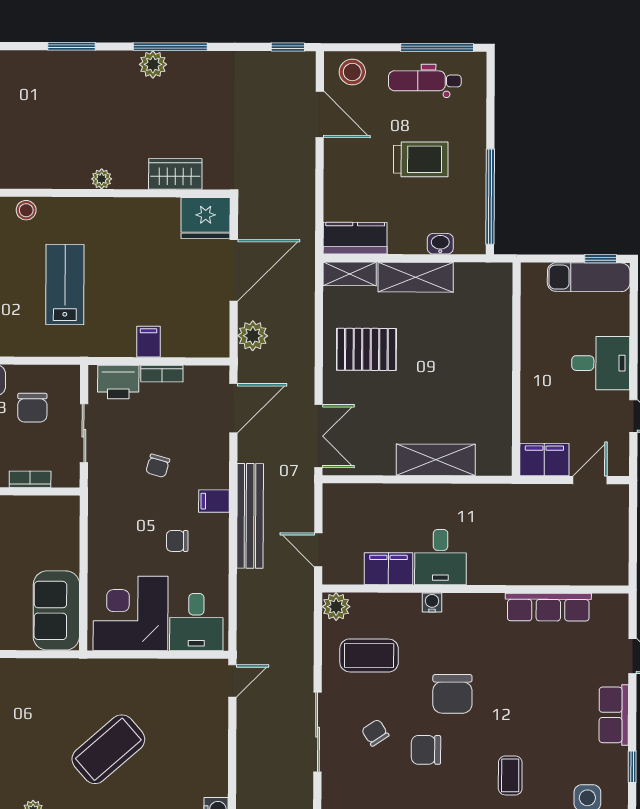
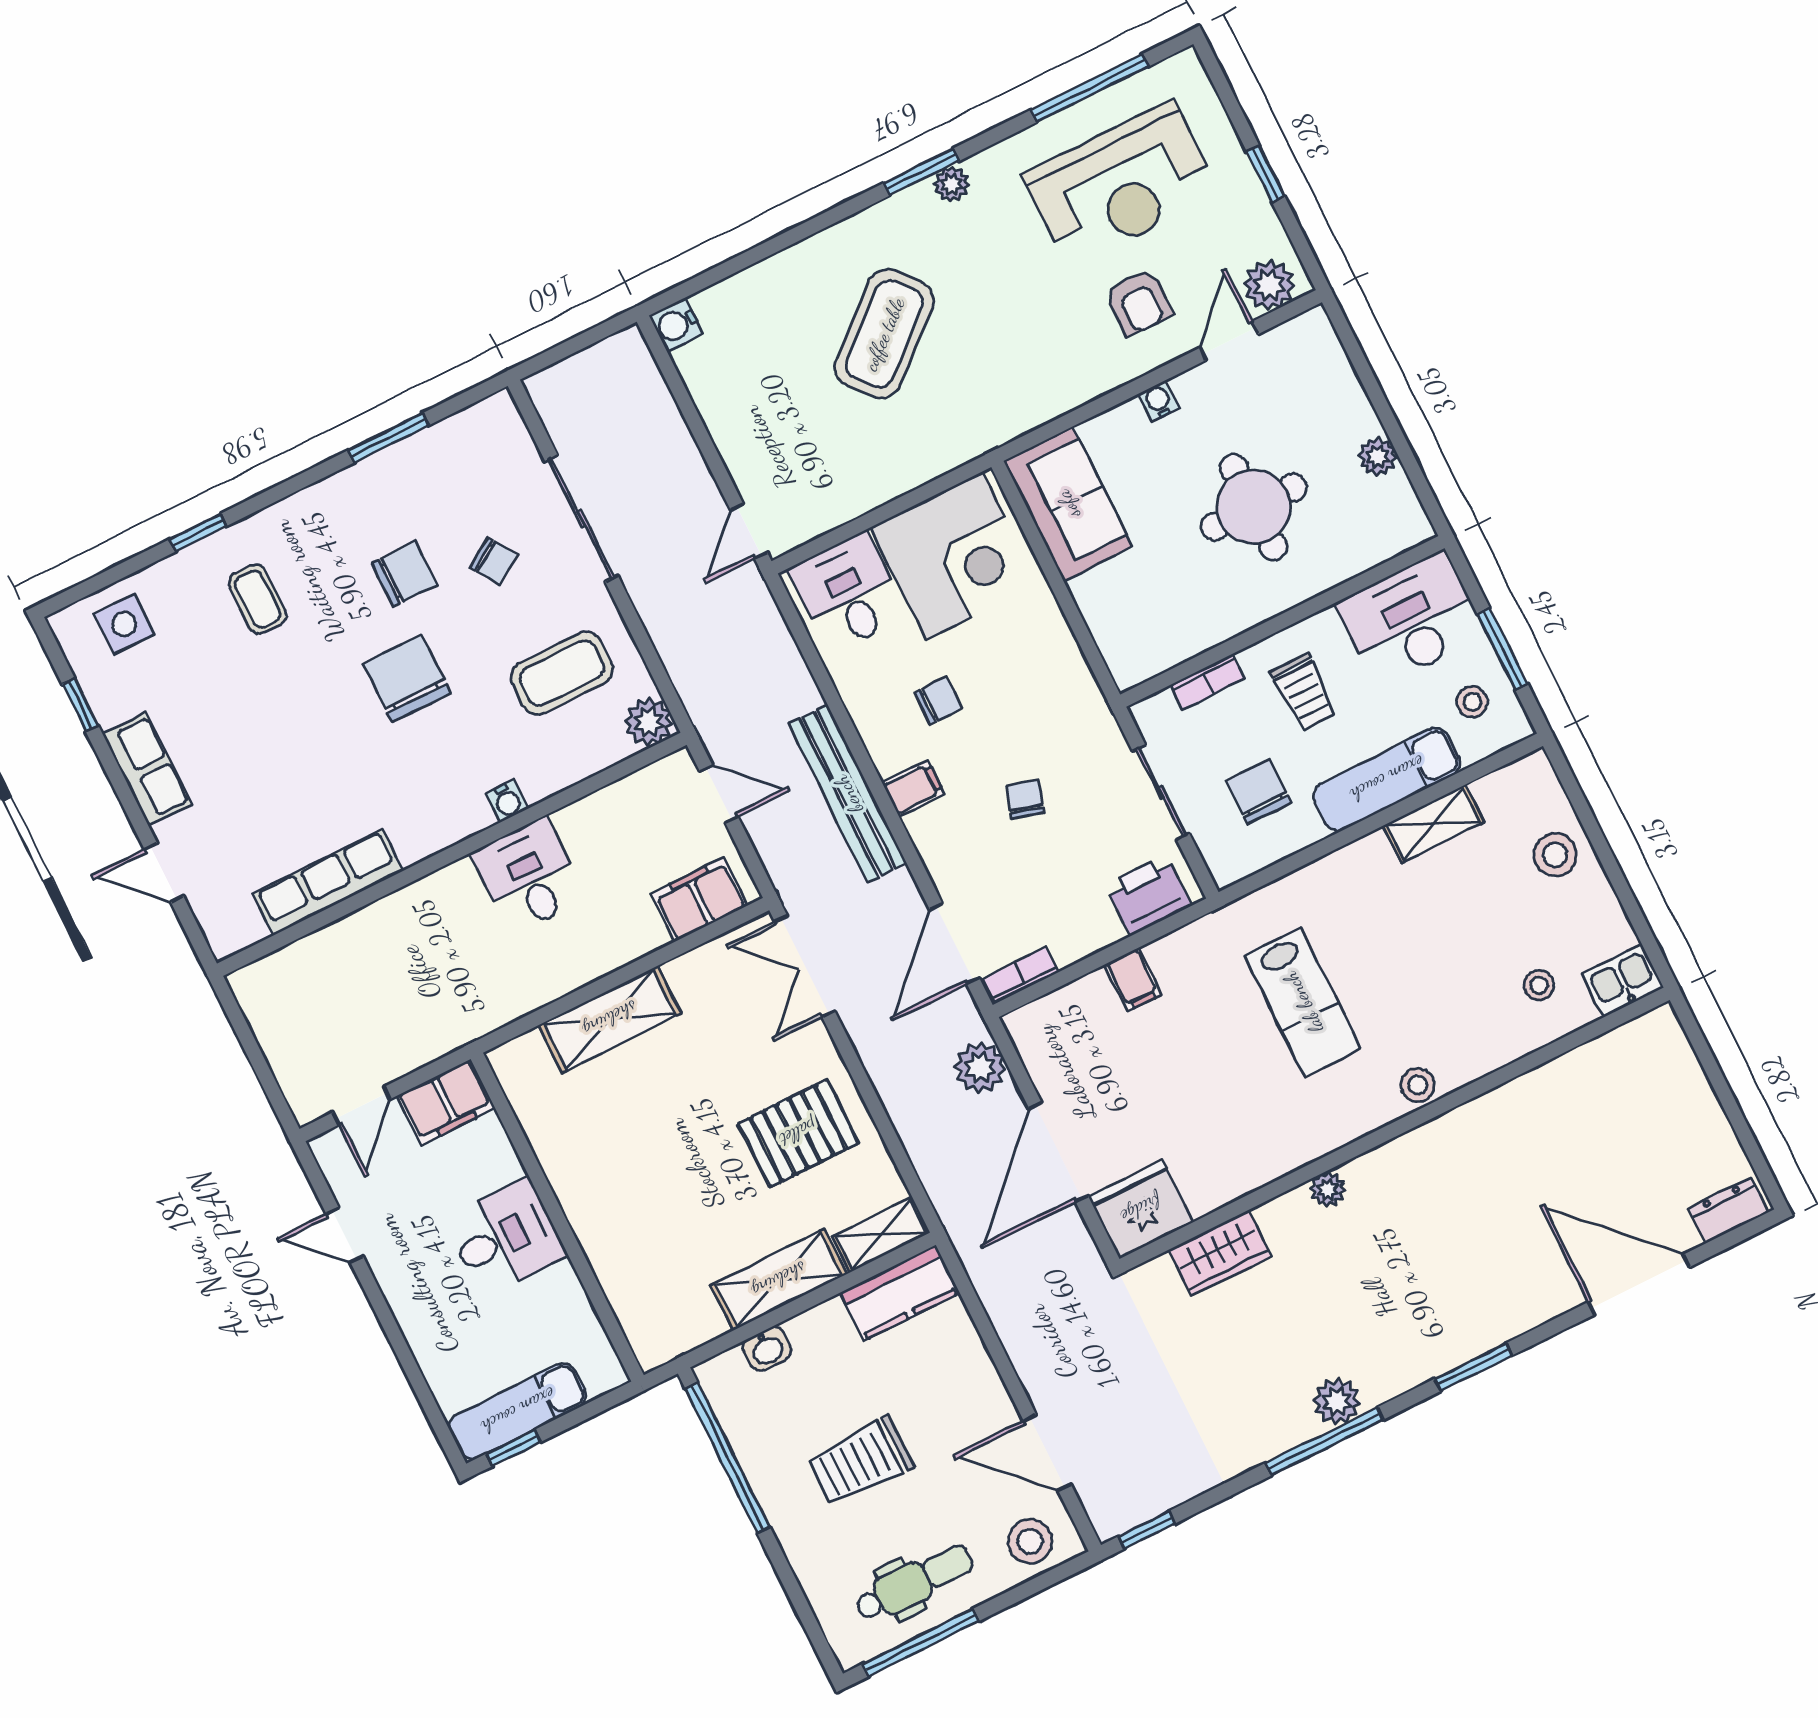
desk: (601, 363) -> (505, 1237), moved, turned 180
bookcase: (162, 374) -> (1021, 975), moved
filing cabinet: (389, 569) -> (699, 899), moved, turned 180

